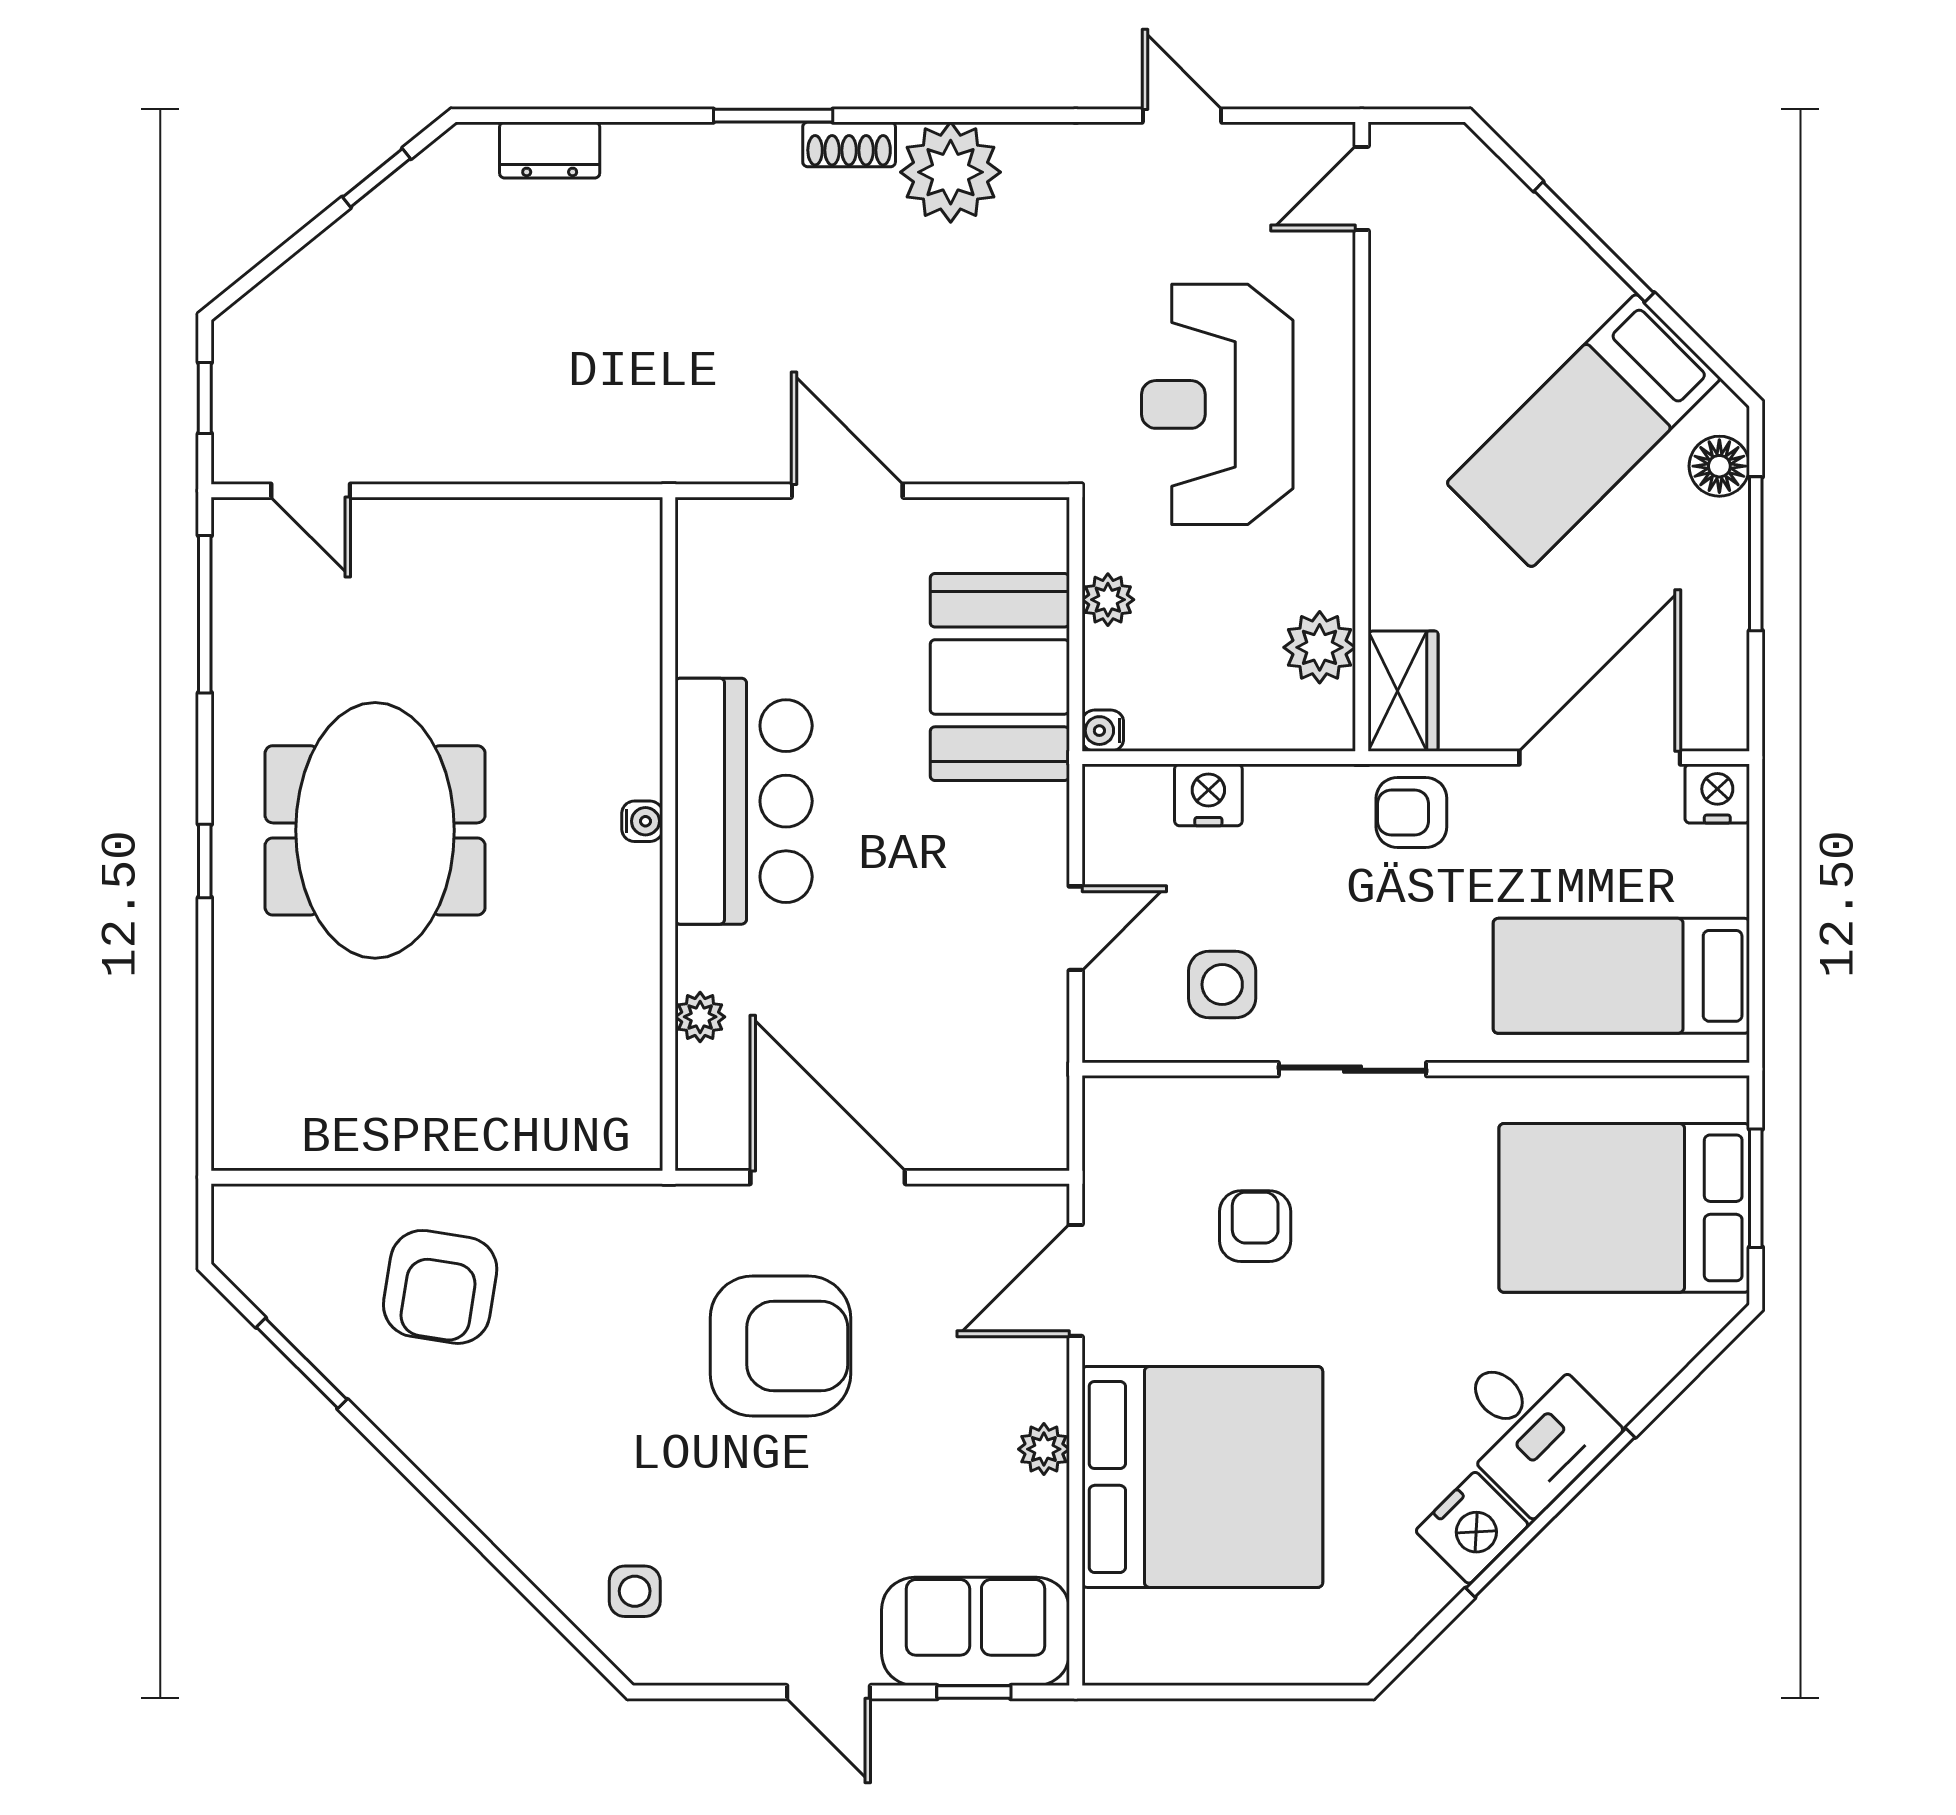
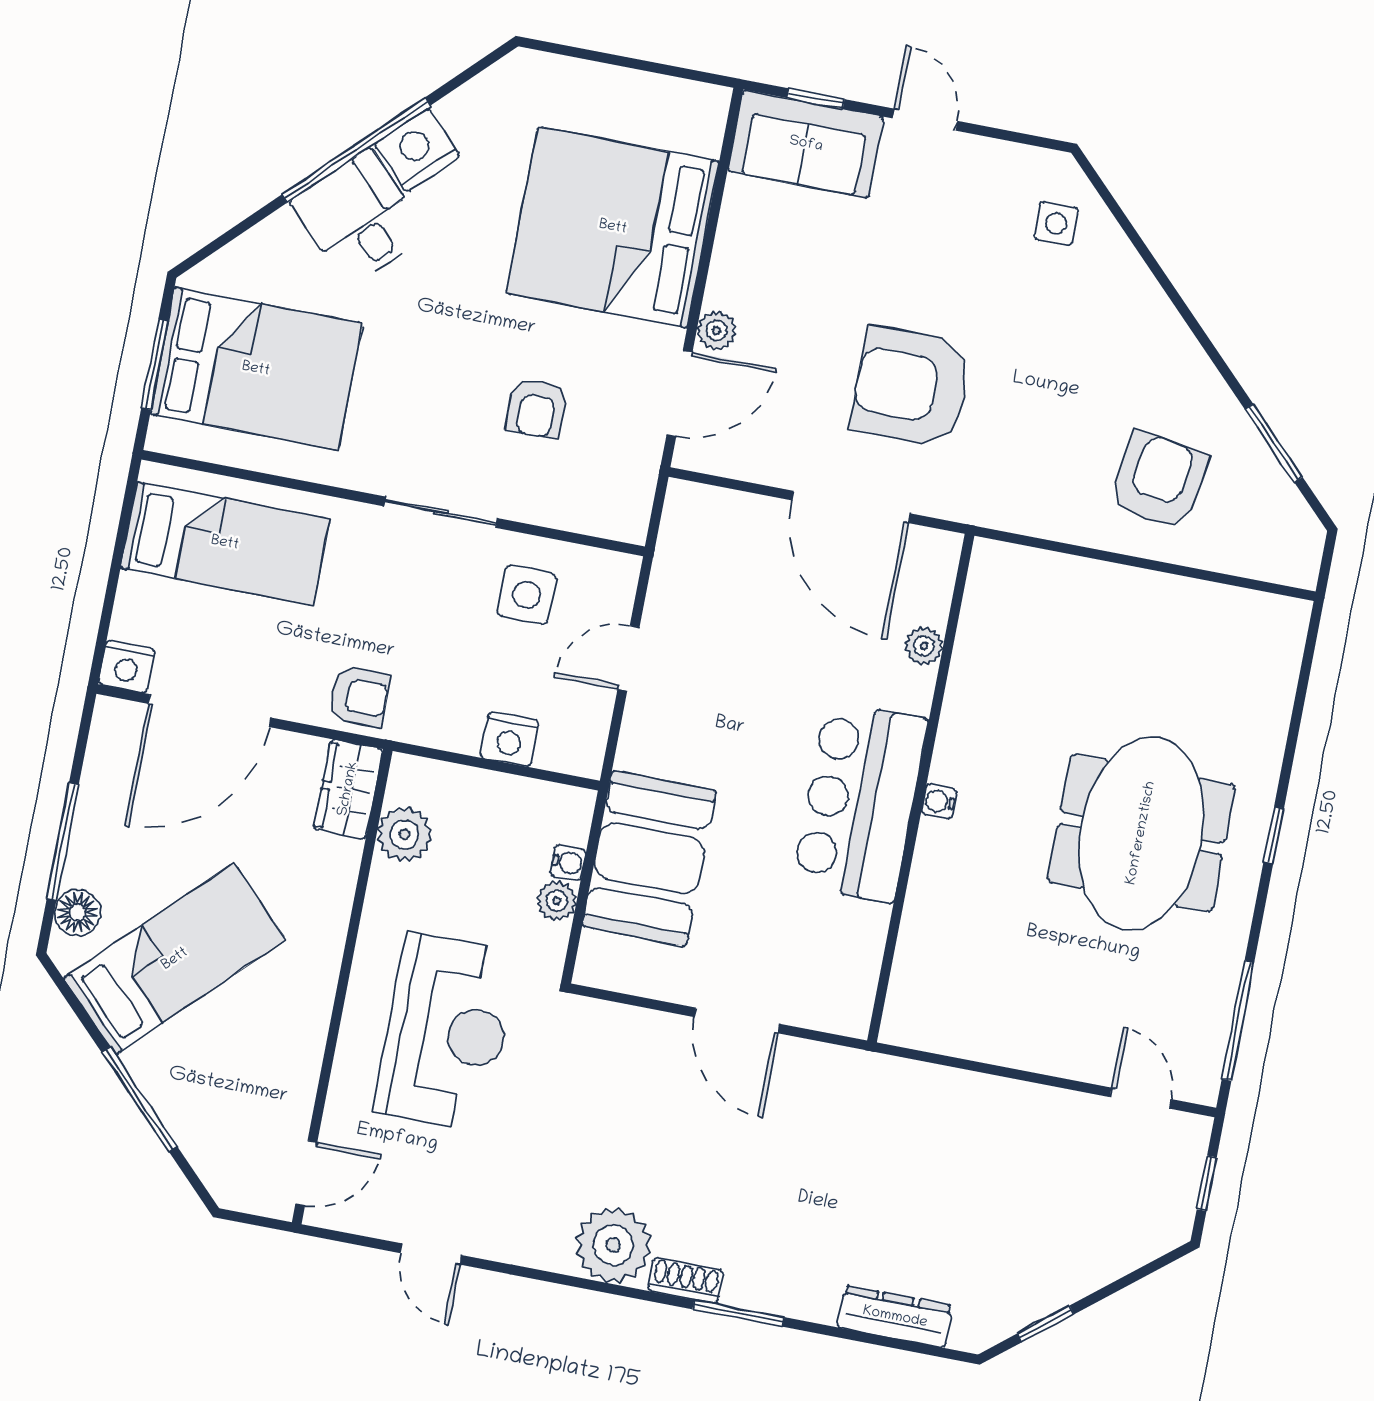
dresser: (550, 150) -> (895, 1317), width x1.44
water cooler: (1103, 731) -> (568, 863), moved
plant: (1044, 1449) -> (717, 331), moved

